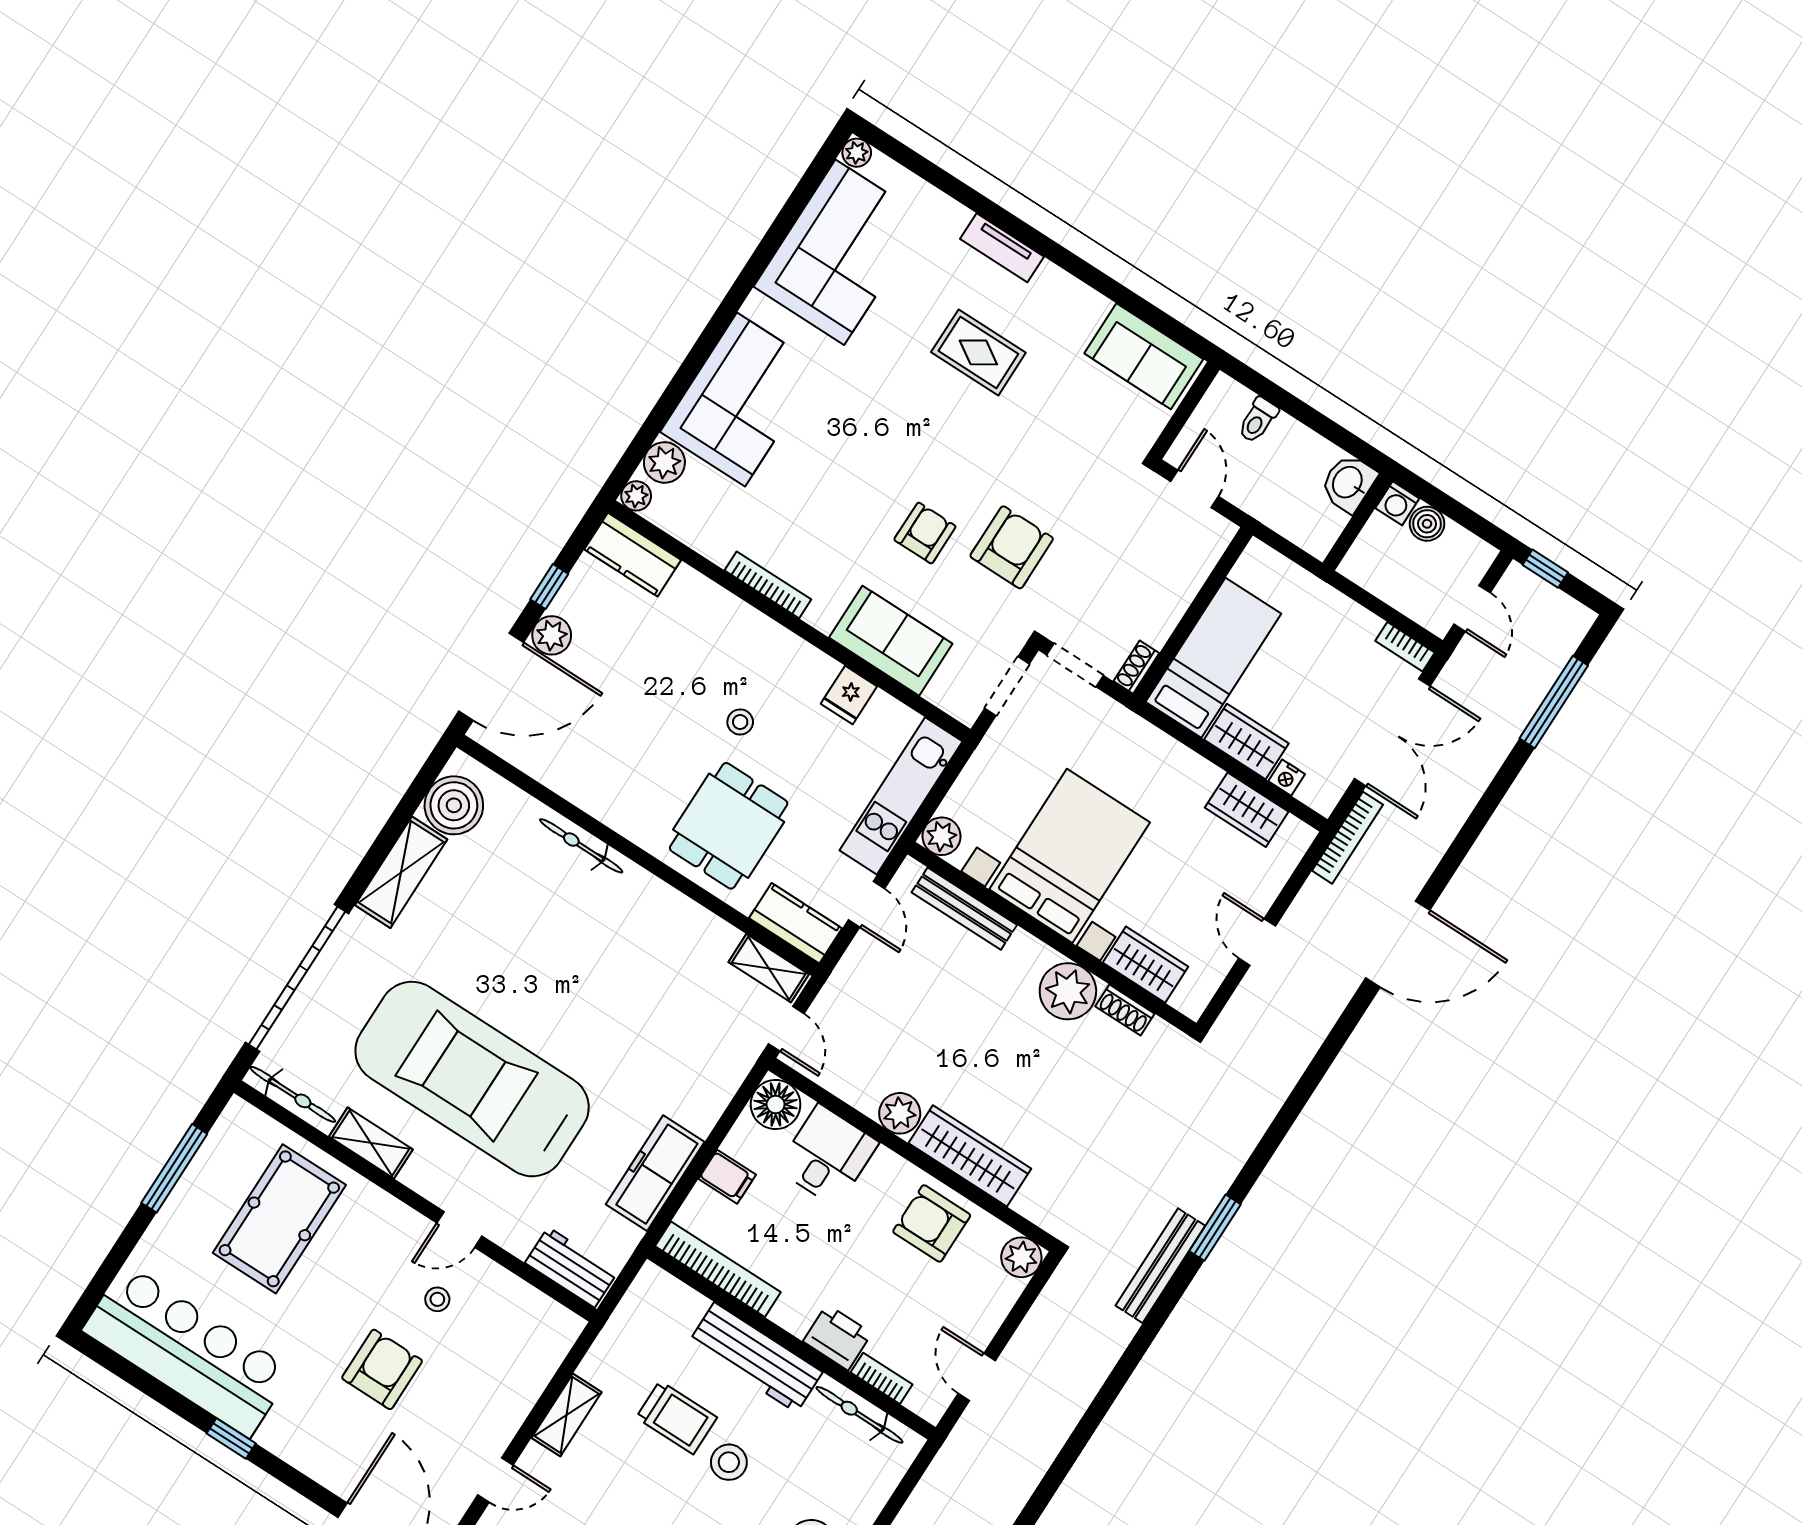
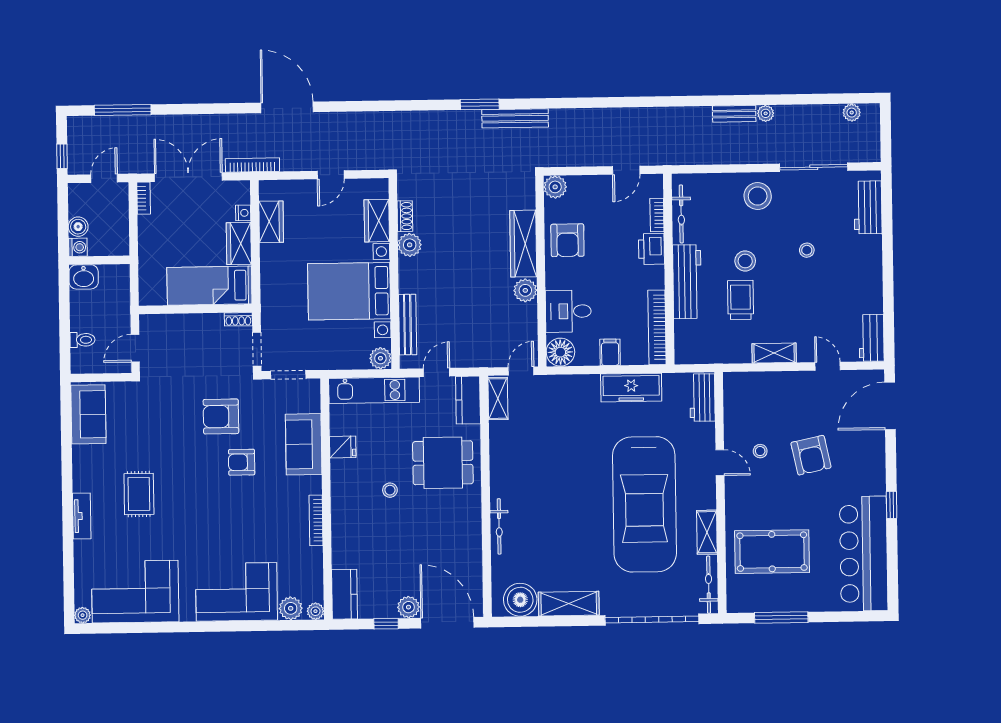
plant: (1068, 991) -> (410, 245), width x0.73, depth x0.73
armchair: (382, 1369) -> (811, 455), turned -102

